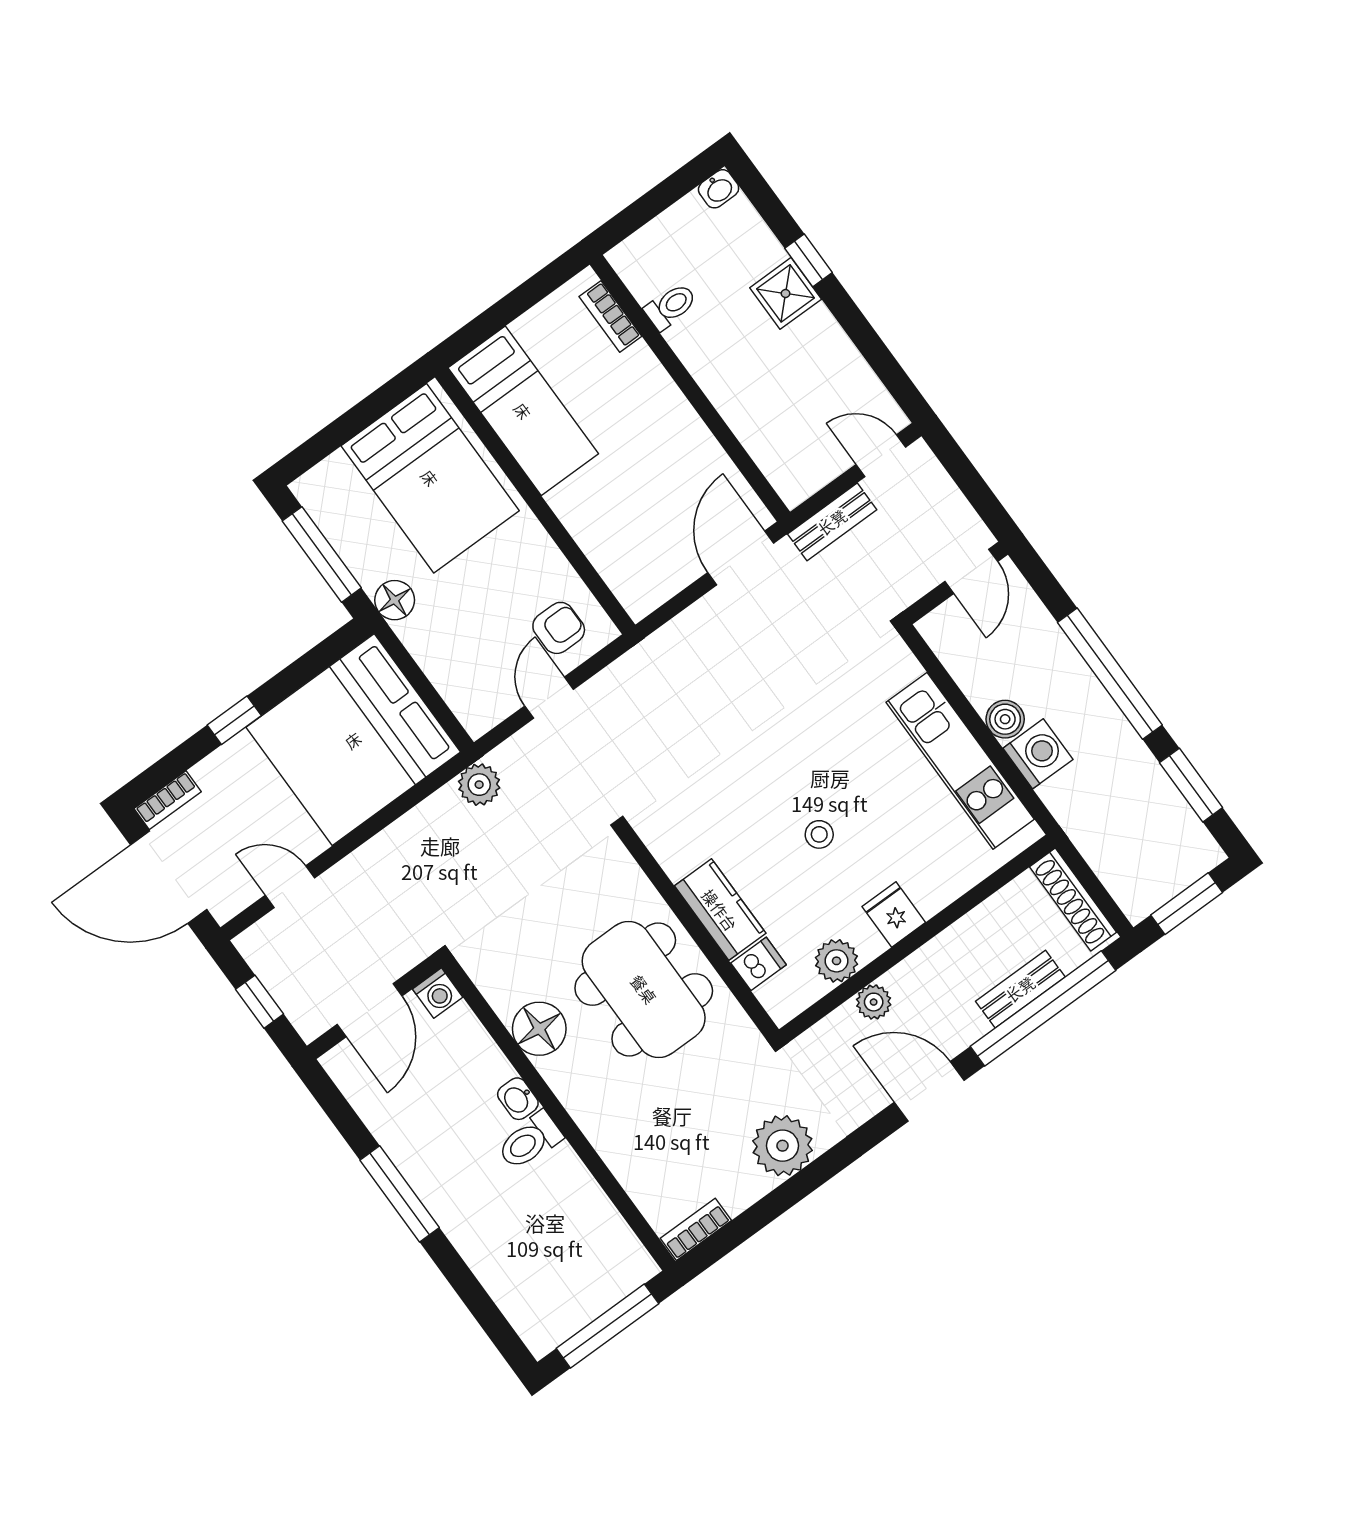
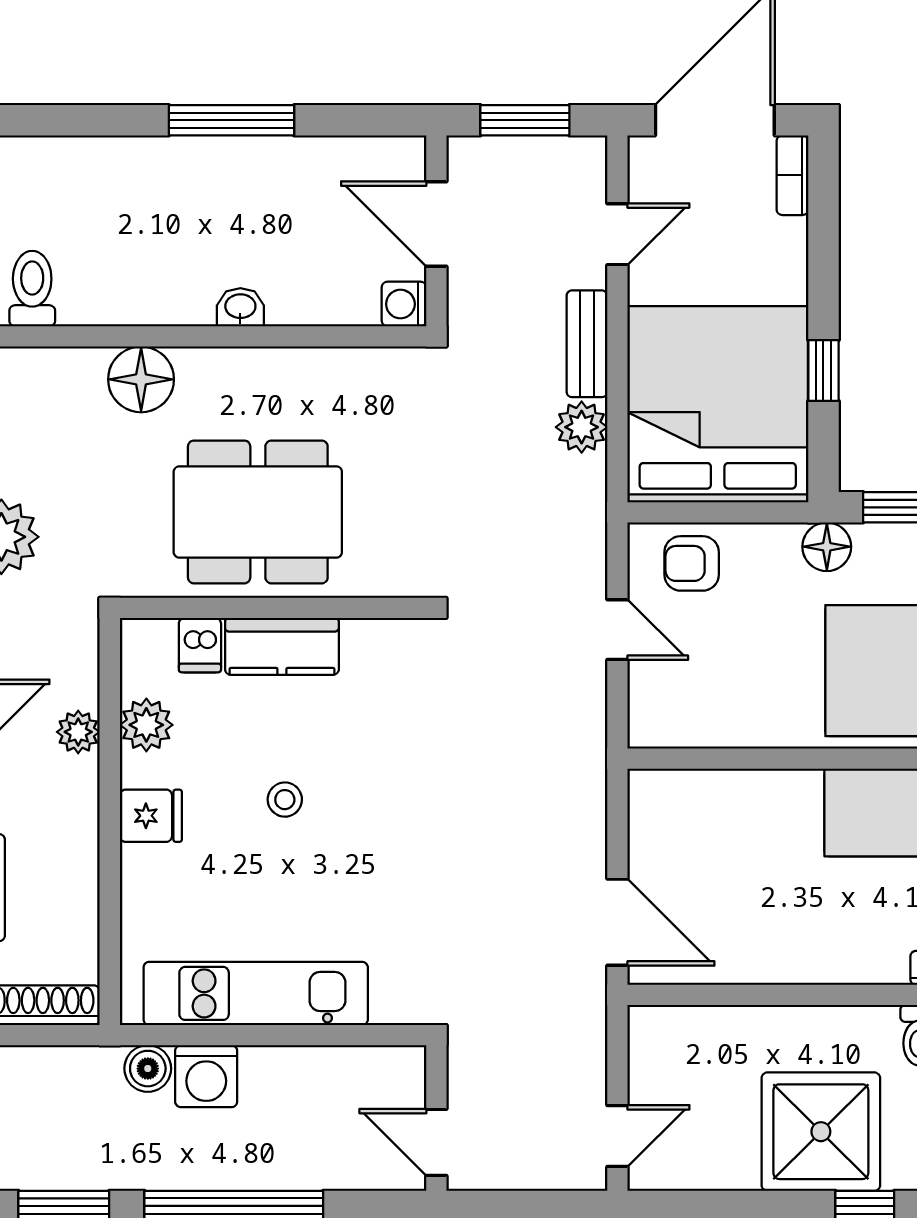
shower: (786, 293) -> (821, 1132), width x1.86, depth x1.86
bench: (832, 522) -> (587, 344), moved
armchair: (559, 628) -> (692, 563), moved, turned 90
boiler: (1005, 719) -> (148, 1069), moved
window: (234, 720) -> (823, 370), moved
plant: (479, 785) -> (582, 427), moved
window: (259, 1002) -> (525, 120), width x1.50
floor lamp: (539, 1029) -> (141, 379), moved
toilet: (530, 1141) -> (32, 289), moved

